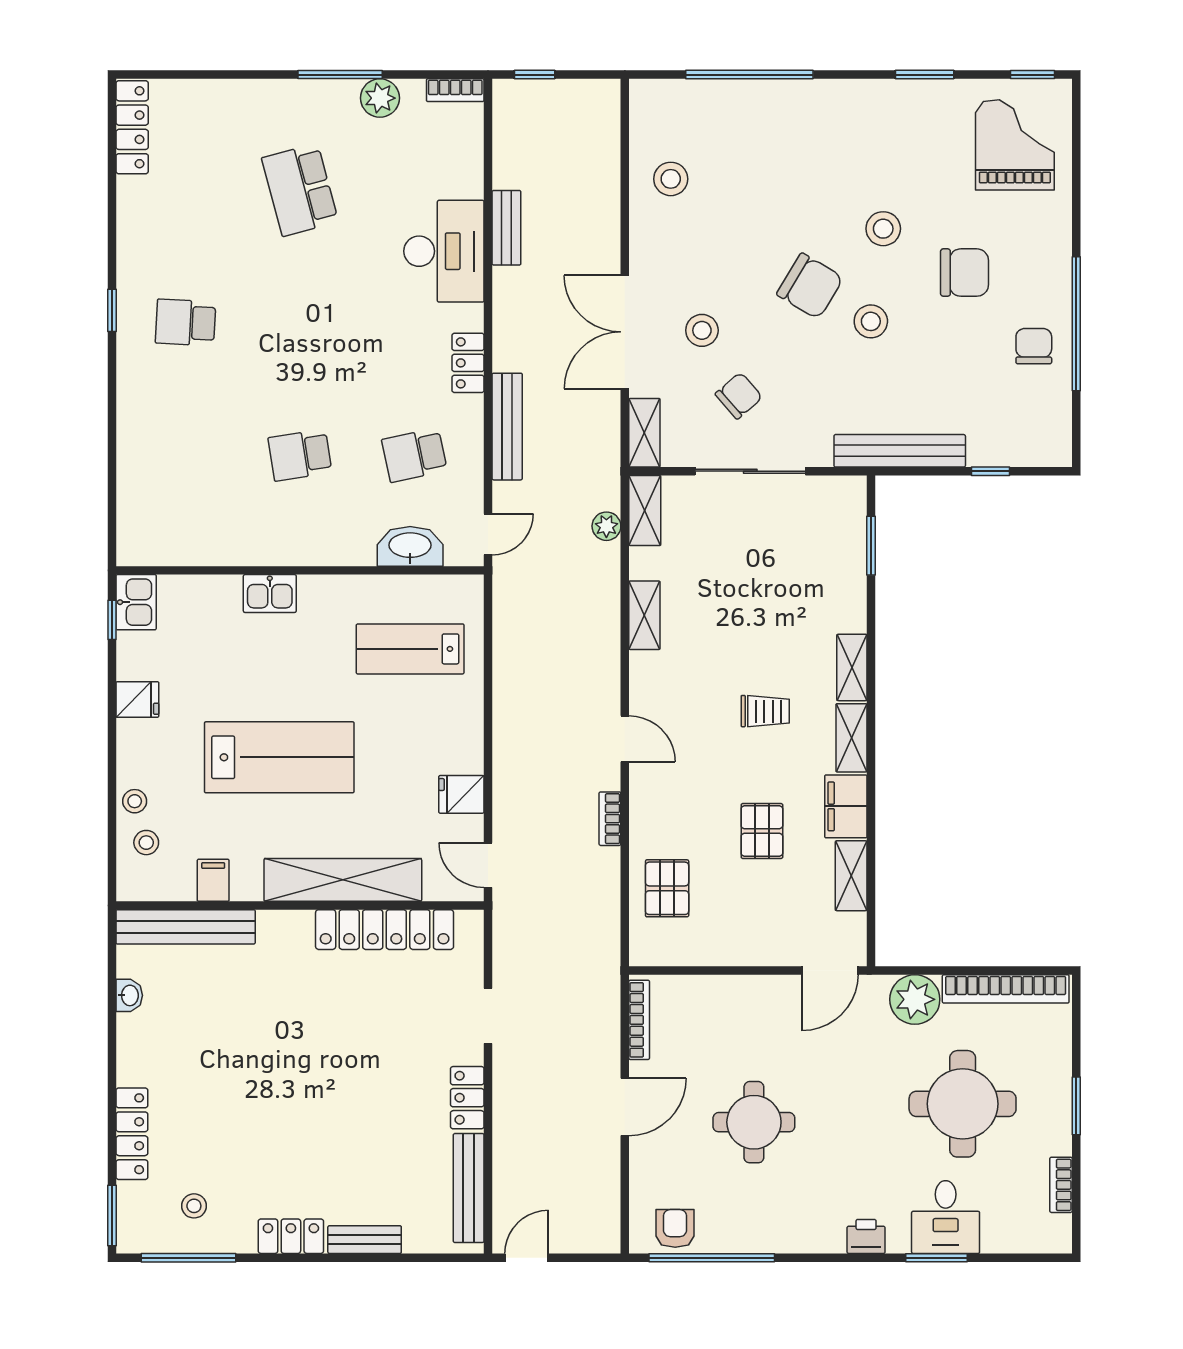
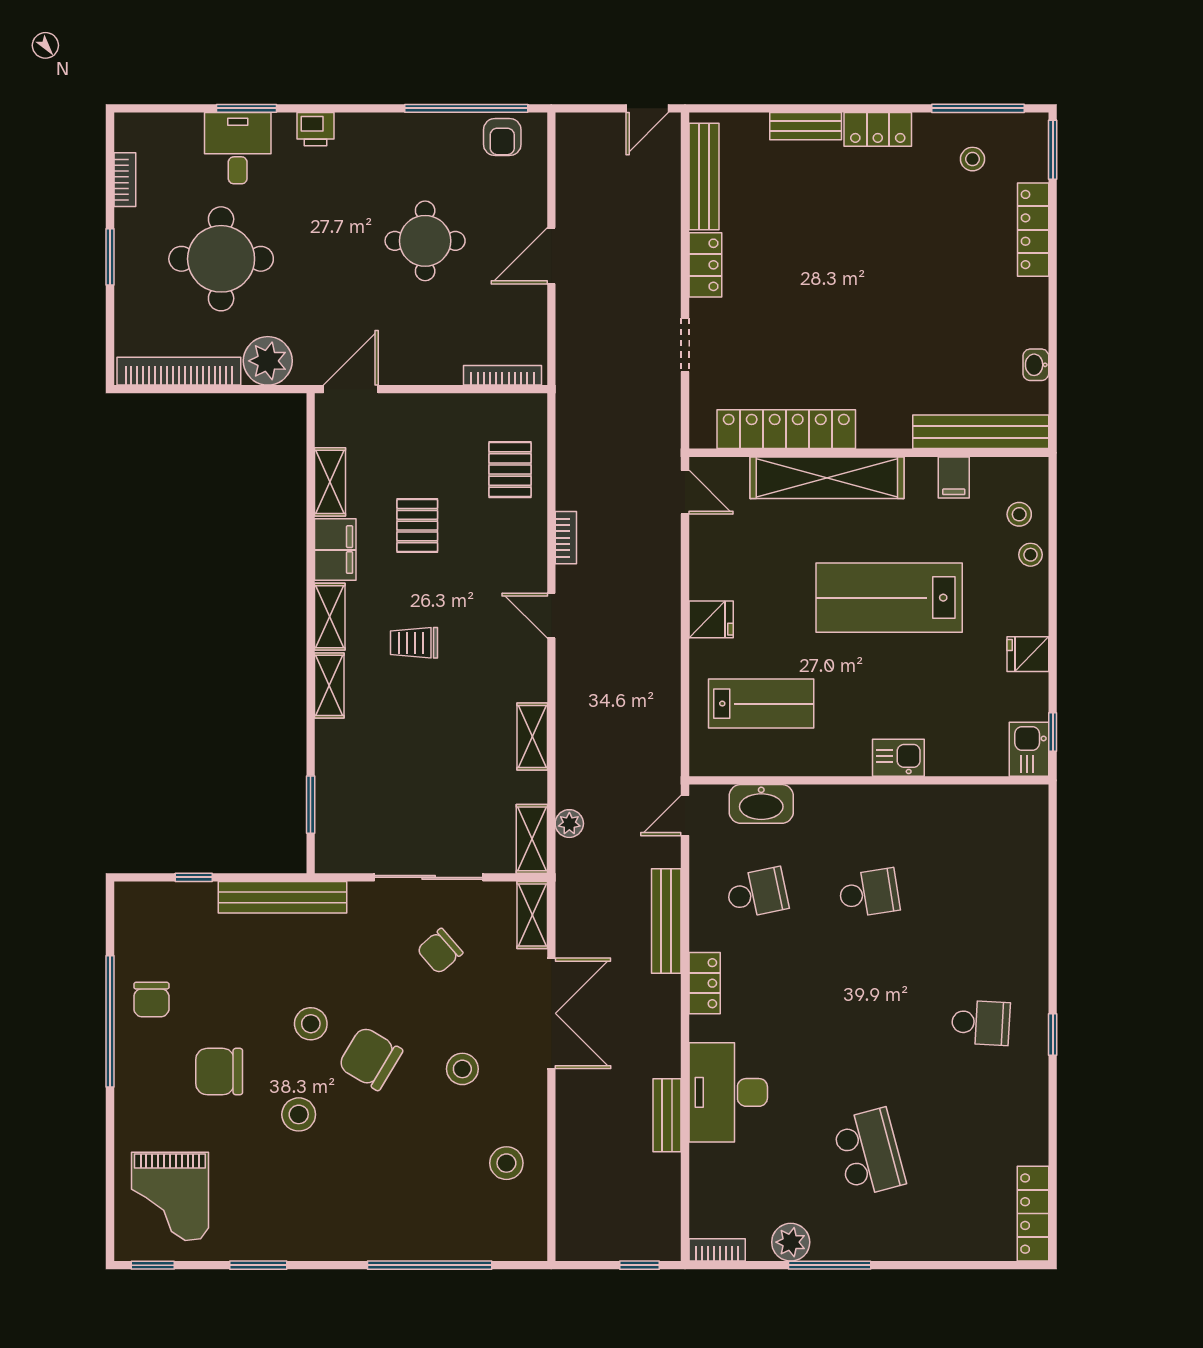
stool: (702, 330) -> (462, 1069), moved
fridge: (461, 794) -> (711, 619), moved
bookcase: (639, 1020) -> (502, 375), moved, turned 90

